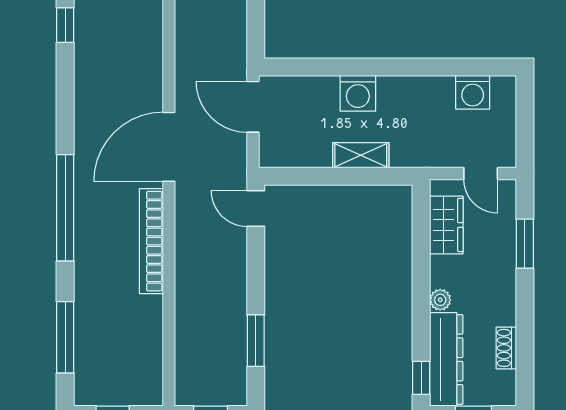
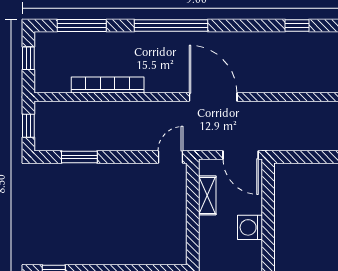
door: (253, 107) -> (241, 155), swing flipped
shelving: (361, 155) -> (207, 195), moved
bookcase: (151, 241) -> (108, 85), moved

